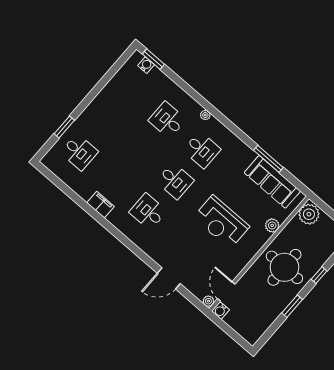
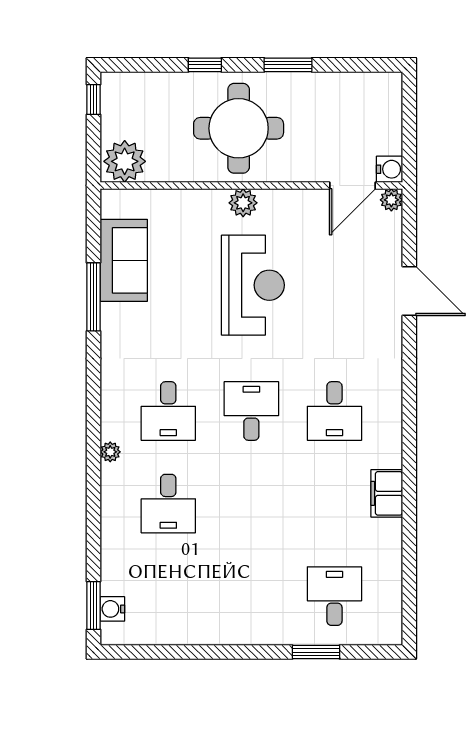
desk: (202, 150) -> (168, 411), turned 180
sofa: (272, 182) -> (124, 260), width x0.73
plant: (272, 225) -> (243, 203), moved

